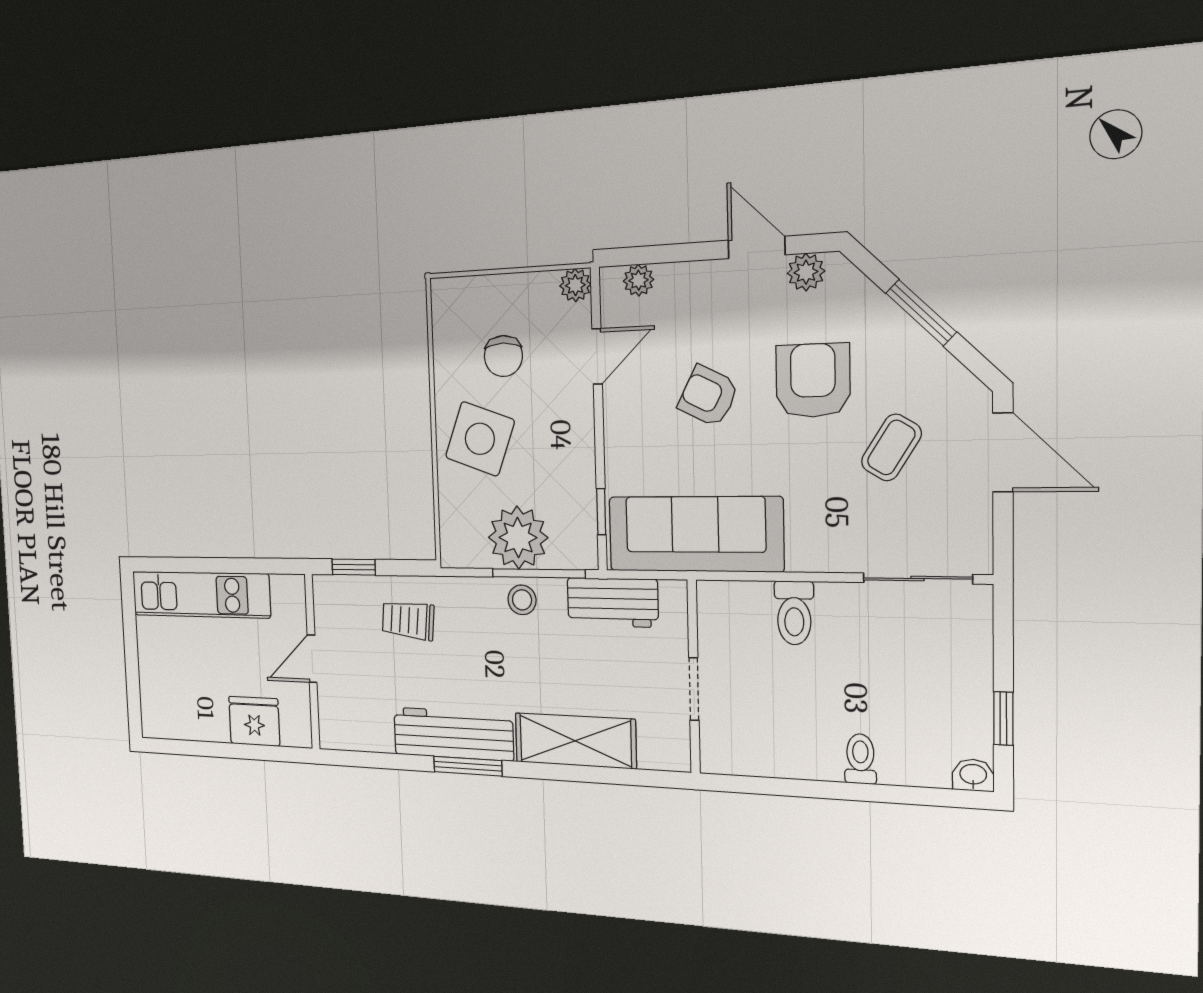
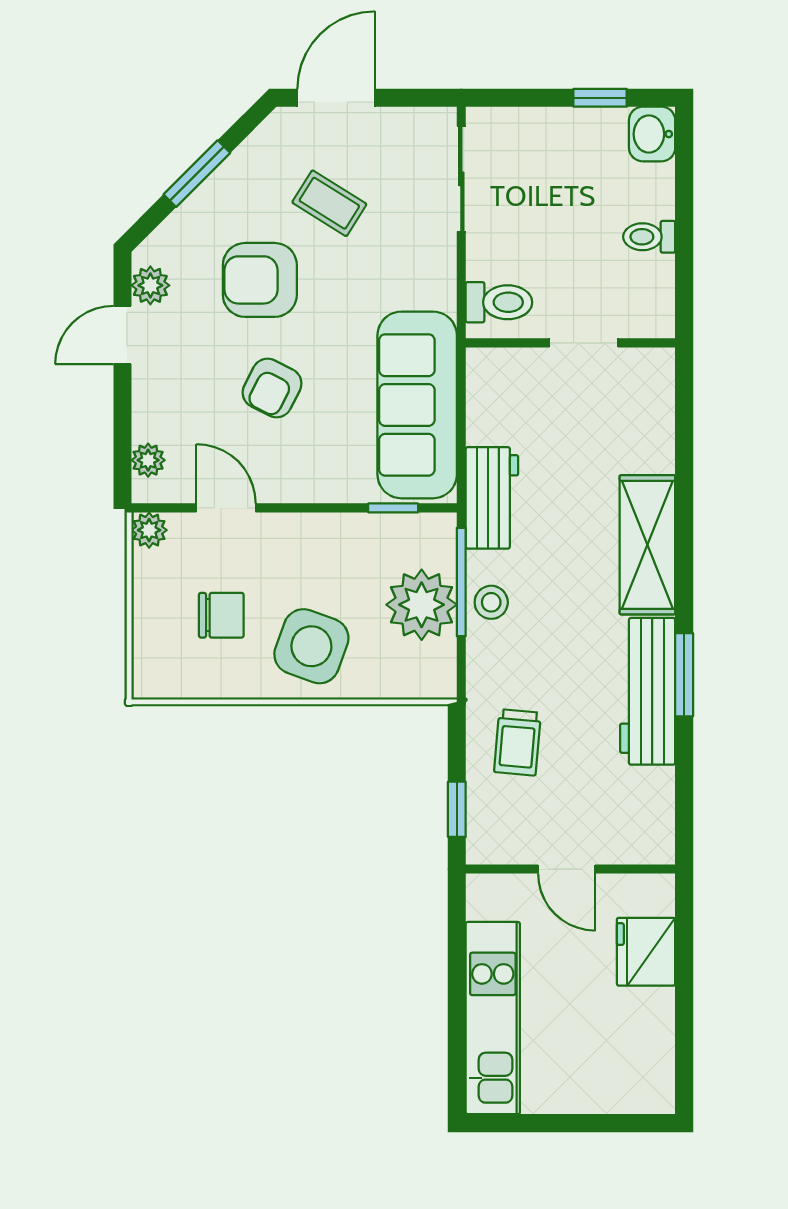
wall: (694, 677) -> (570, 343), moved
doorway: (694, 689) -> (584, 343), moved
washbasin: (973, 775) -> (652, 134), width x1.38, depth x1.45

